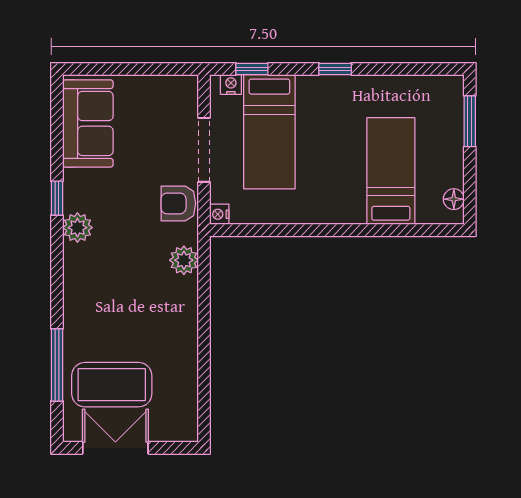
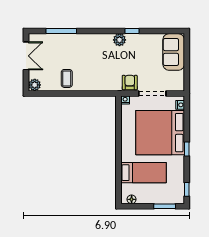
window: (252, 69) -> (187, 189), moved
sofa: (88, 123) -> (174, 52), moved, turned 90
bed: (269, 132) -> (160, 133), width x2.04
plant: (184, 260) -> (35, 85), moved
coffee table: (112, 385) -> (67, 78), moved, width x0.54, depth x0.58

